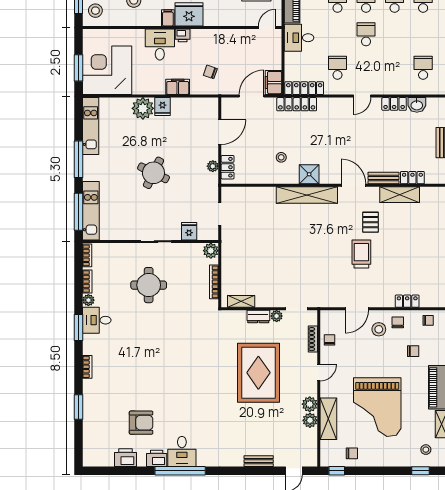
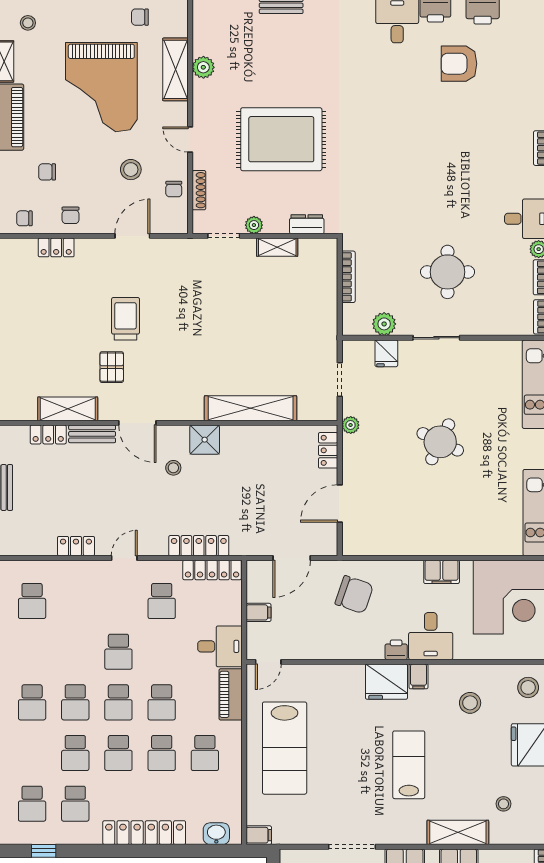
chair: (210, 72) -> (354, 595), width x1.87, depth x1.87
filing cabinet: (273, 83) -> (259, 612), moved, width x0.50
filing cabinet: (178, 87) -> (442, 572), moved
locker: (297, 104) -> (199, 546), moved
washbasin: (417, 105) -> (42, 545), removed
fridge: (162, 107) -> (427, 542), removed
plant: (143, 108) -> (456, 539), removed
stool: (281, 157) -> (173, 468), moved
plant: (213, 166) -> (351, 425), moved
shelving: (307, 195) -> (251, 408), moved
plant: (211, 251) -> (384, 324), moved
trolley: (361, 254) -> (126, 319), turned 180
shelving: (241, 301) -> (277, 247), moved
dresser: (258, 317) -> (307, 224), moved
stool: (379, 329) -> (131, 170), moved
rug: (258, 373) -> (281, 139), turned 90
door: (319, 373) -> (190, 140), hinge flipped
plant: (310, 404) -> (204, 92), removed
grand piano: (377, 407) -> (101, 87), turned 180

